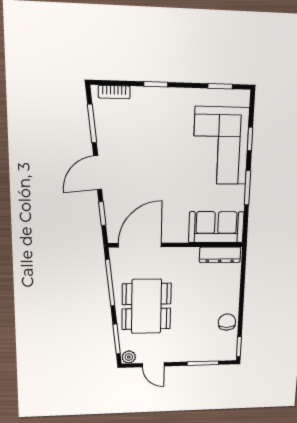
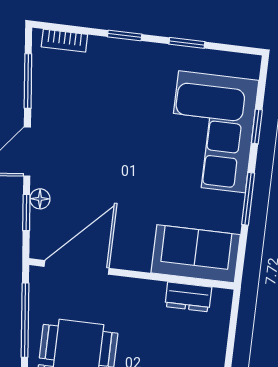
window: (220, 86) -> (187, 43), moved
floor lamp: (110, 203) -> (40, 199), added
dresser: (220, 255) -> (188, 297), width x0.70

